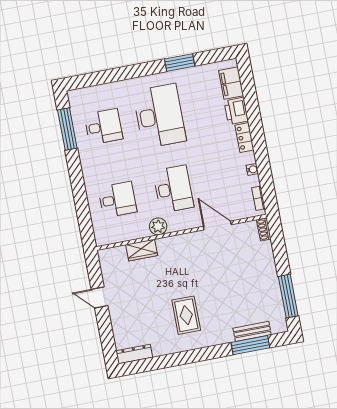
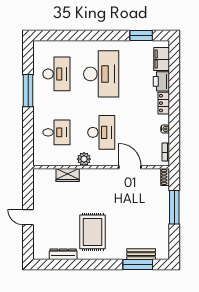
window: (180, 63) -> (141, 36), moved
desk: (103, 127) -> (56, 74), width x1.37
window: (67, 129) -> (28, 91), moved
window: (288, 296) -> (174, 207), moved
door: (99, 298) -> (28, 217), moved
rug: (186, 315) -> (93, 232), width x1.36, depth x1.43
dresser: (134, 354) -> (63, 254), moved

